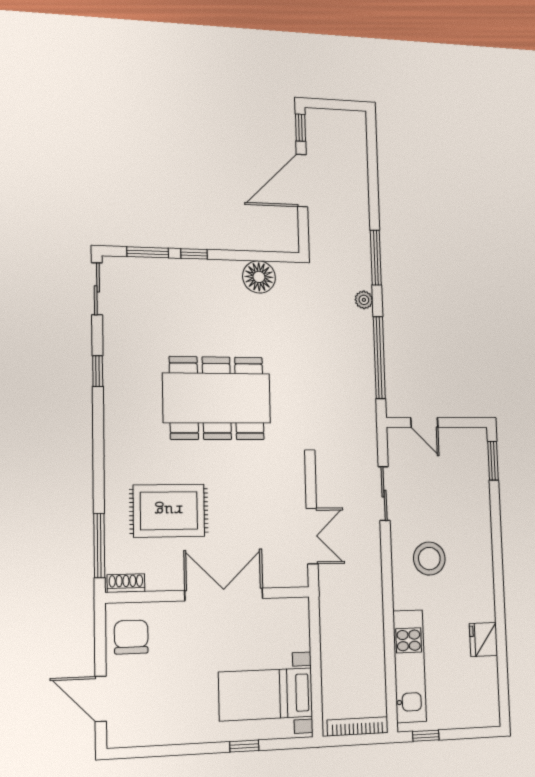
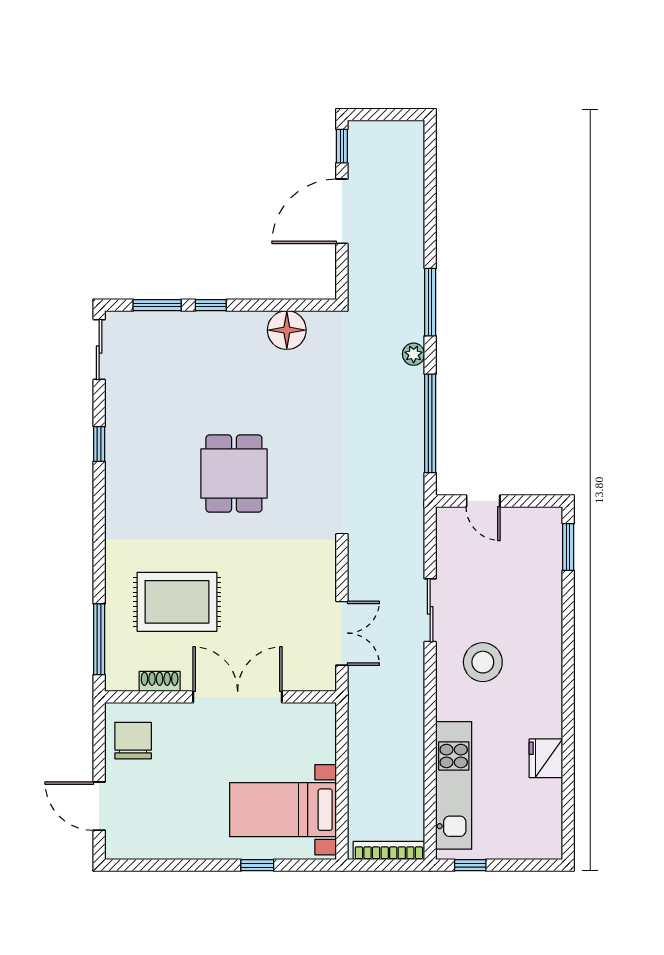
dining table: (217, 398) -> (234, 474), width x0.53, depth x0.80
sliding door: (384, 494) -> (430, 610), moved
shoe rack: (126, 583) -> (160, 681), moved

